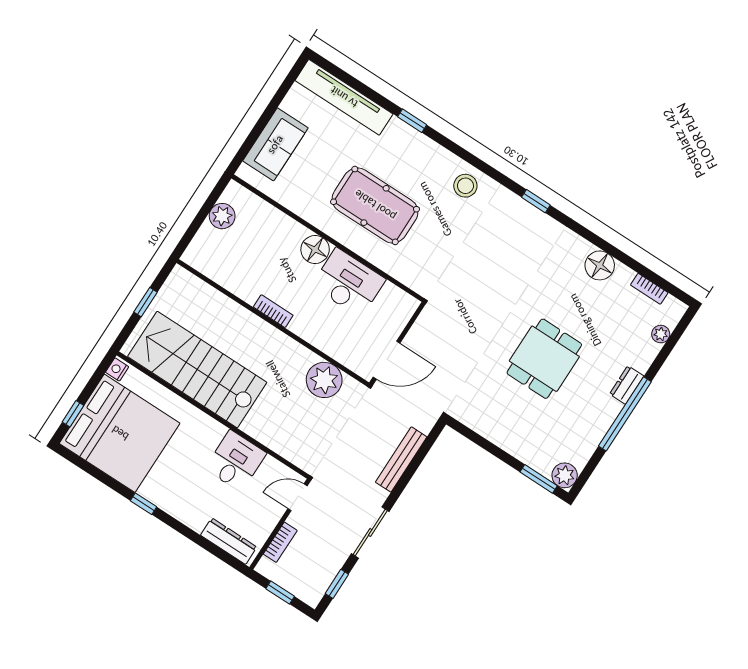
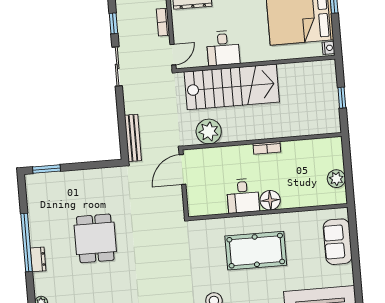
desk: (349, 283) -> (243, 196), width x0.73
stairs: (197, 369) -> (232, 87), moved
bench: (401, 459) -> (133, 138), moved
plant: (565, 475) -> (34, 182), removed

